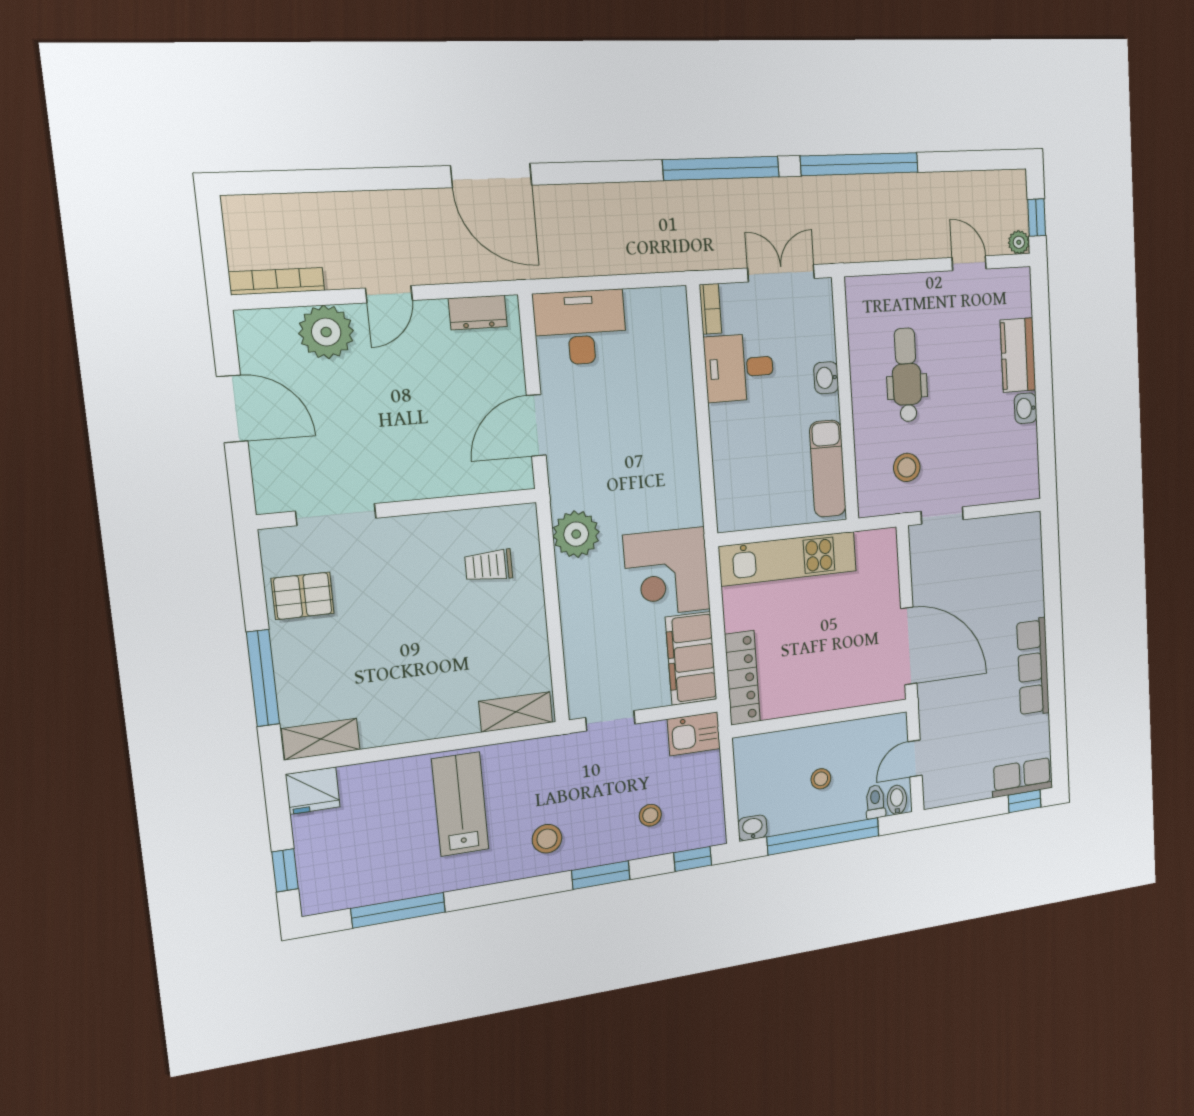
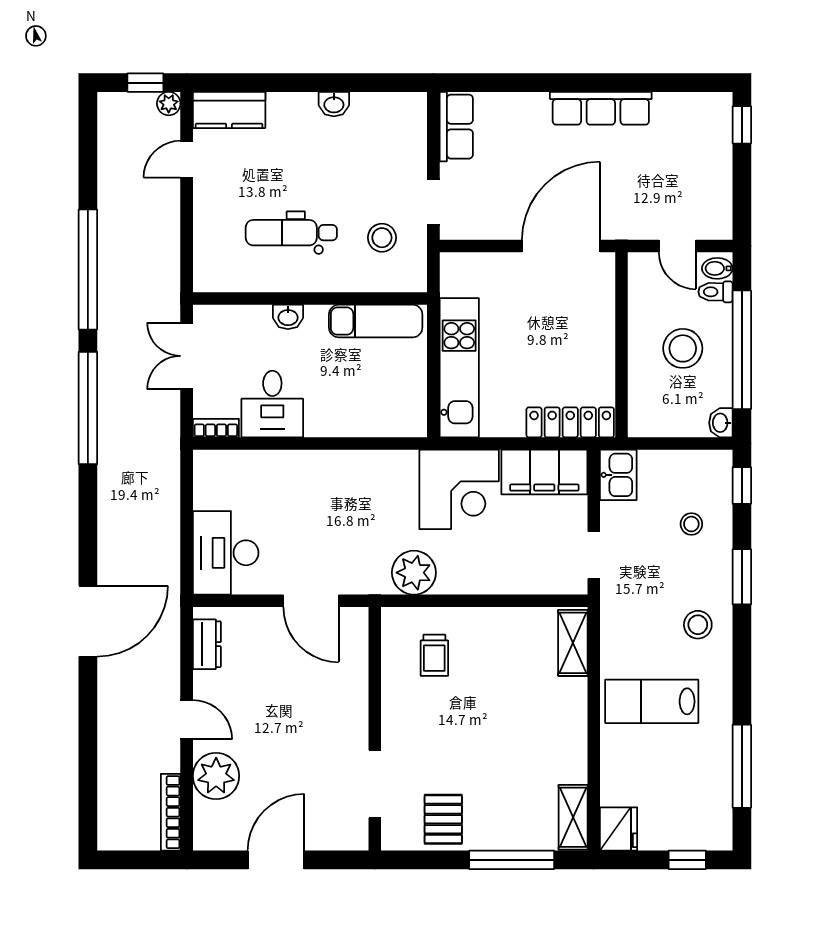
kitchen counter: (1018, 355) -> (229, 110), moved
row of seats: (1022, 777) -> (456, 127), moved, turned 180
stool: (821, 779) -> (683, 348), width x1.89, depth x1.89

